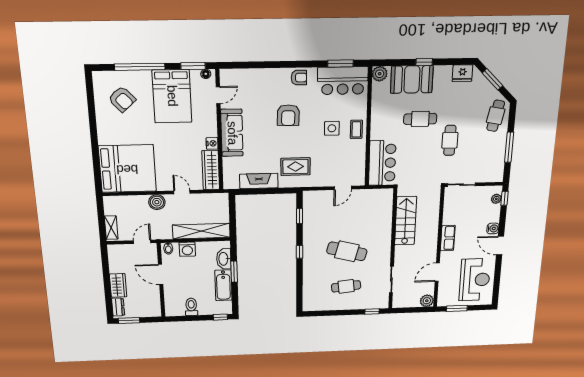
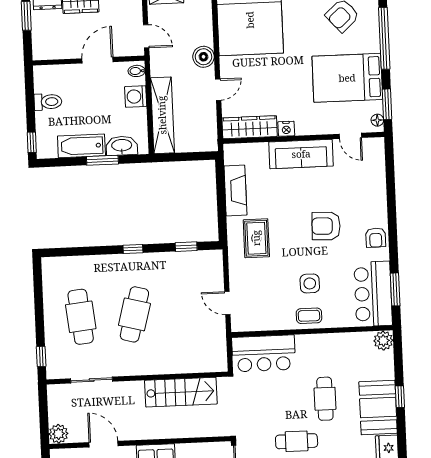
booth: (412, 79) -> (378, 408), moved
cafe table: (346, 286) -> (81, 317), width x1.37, depth x1.35

